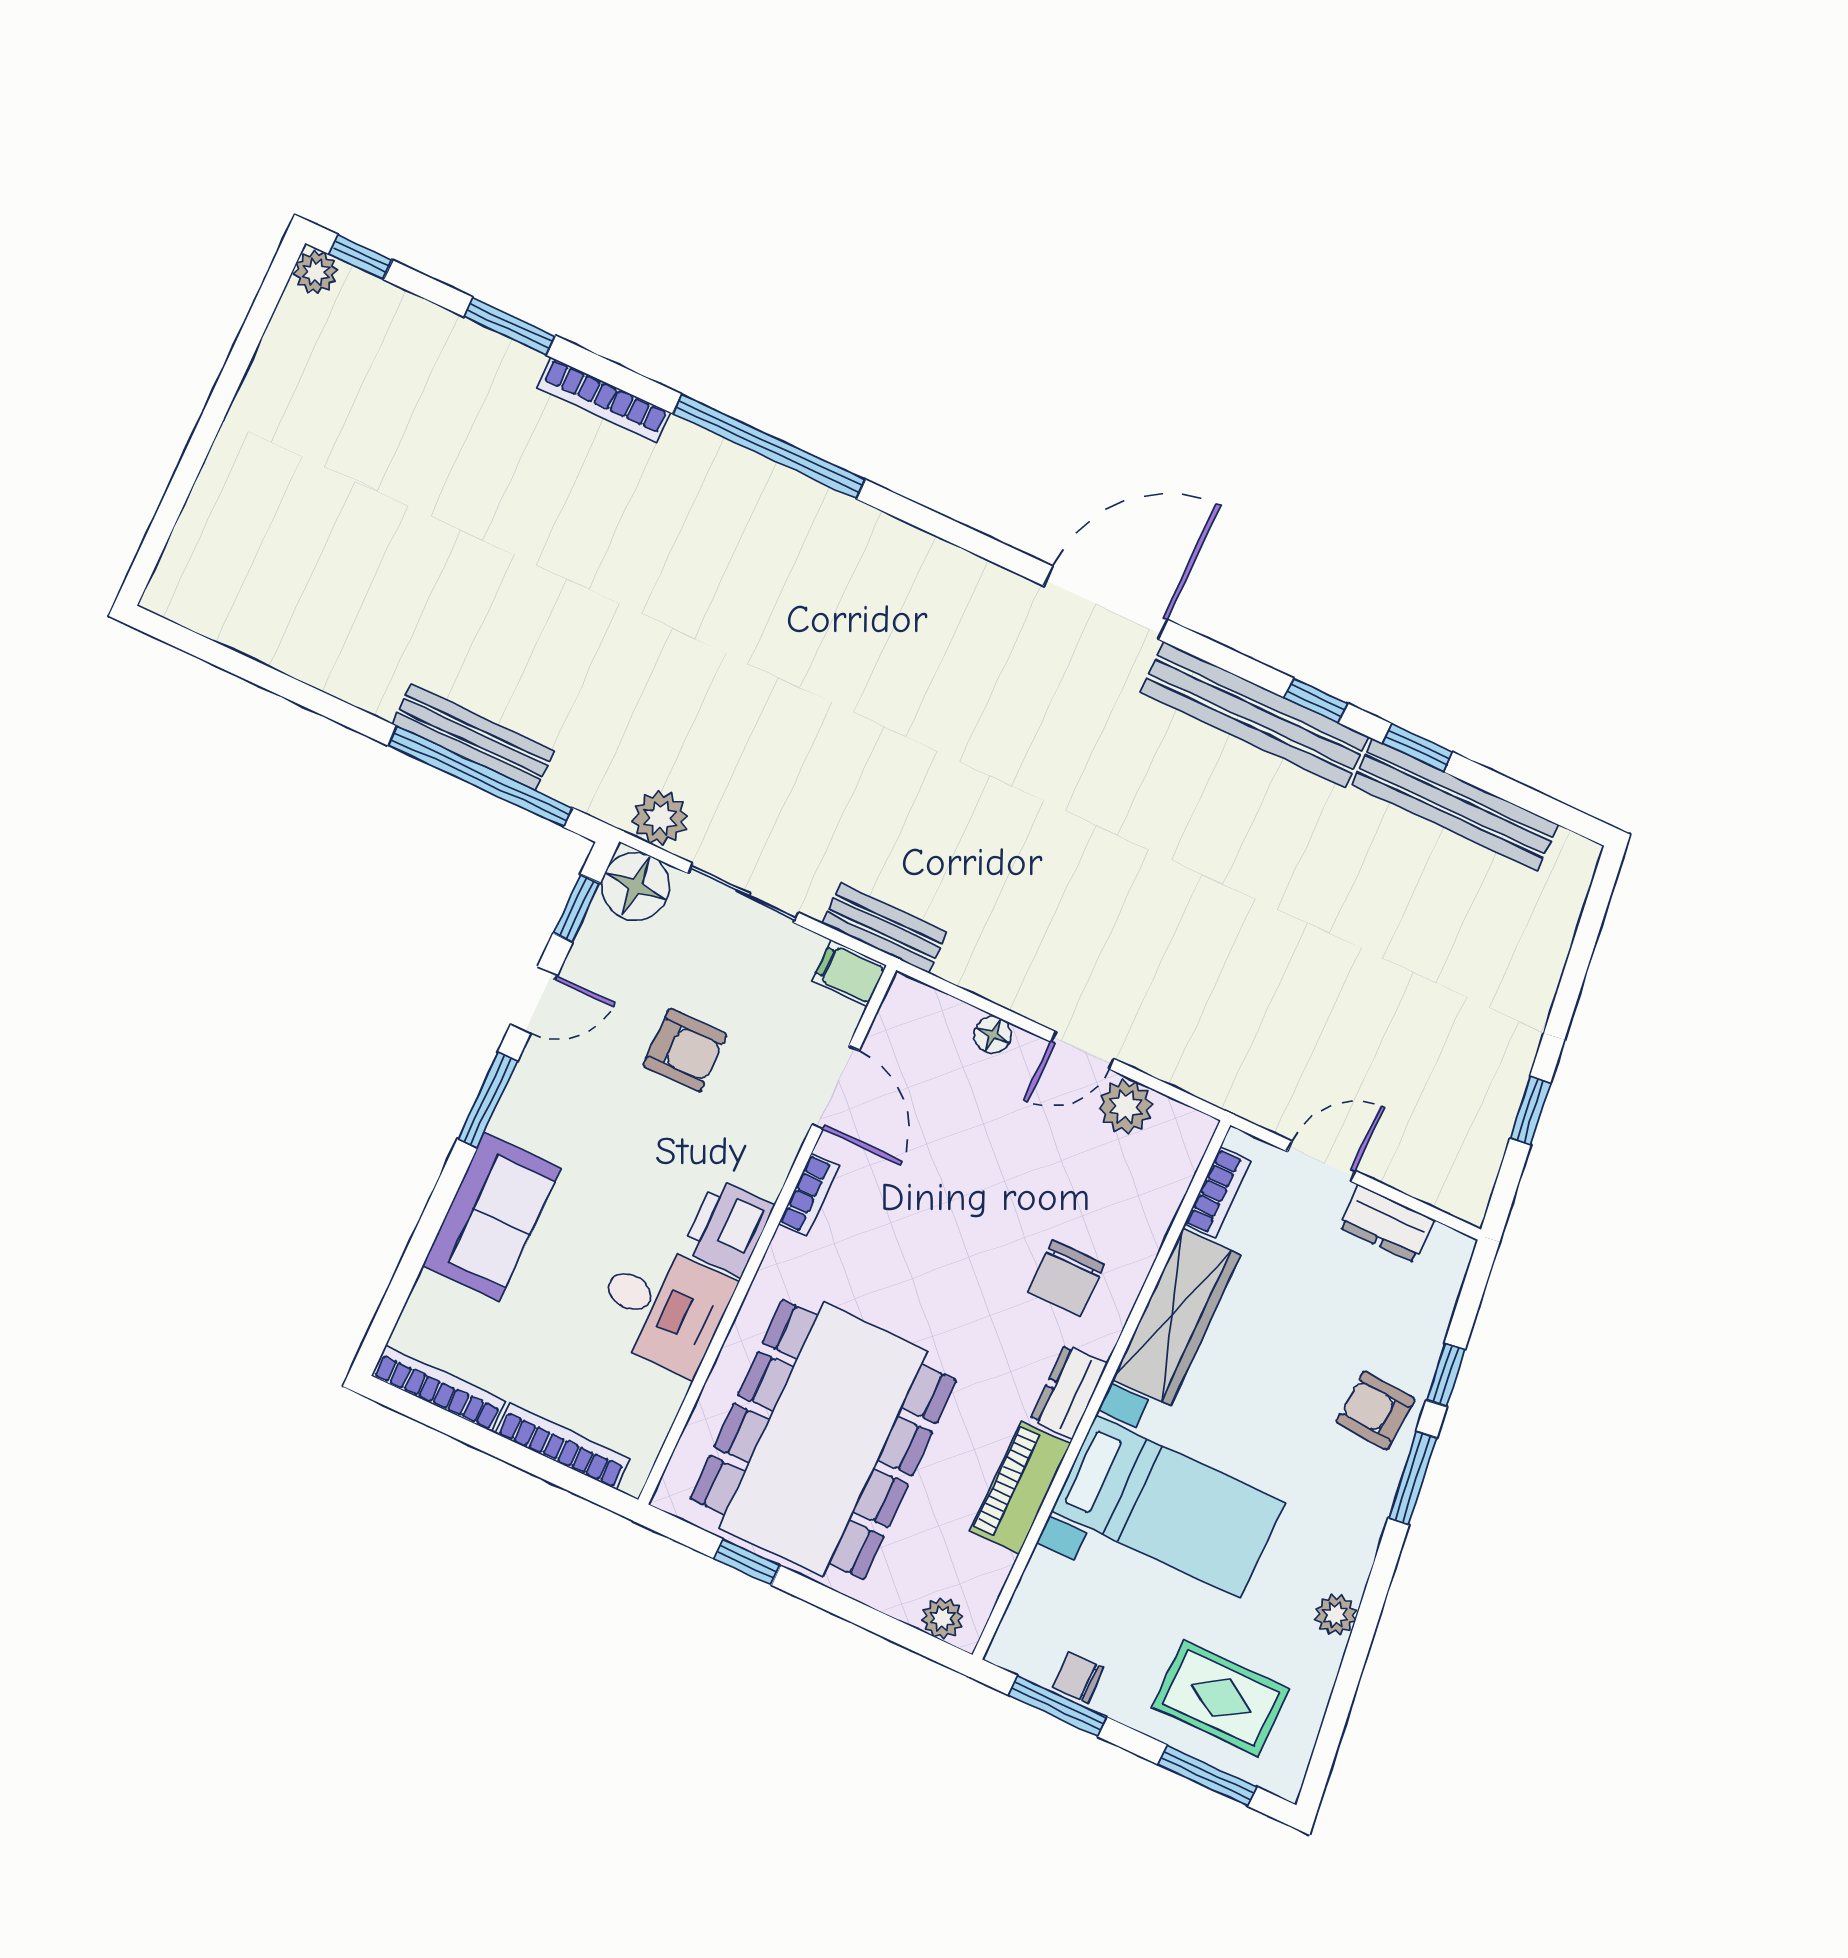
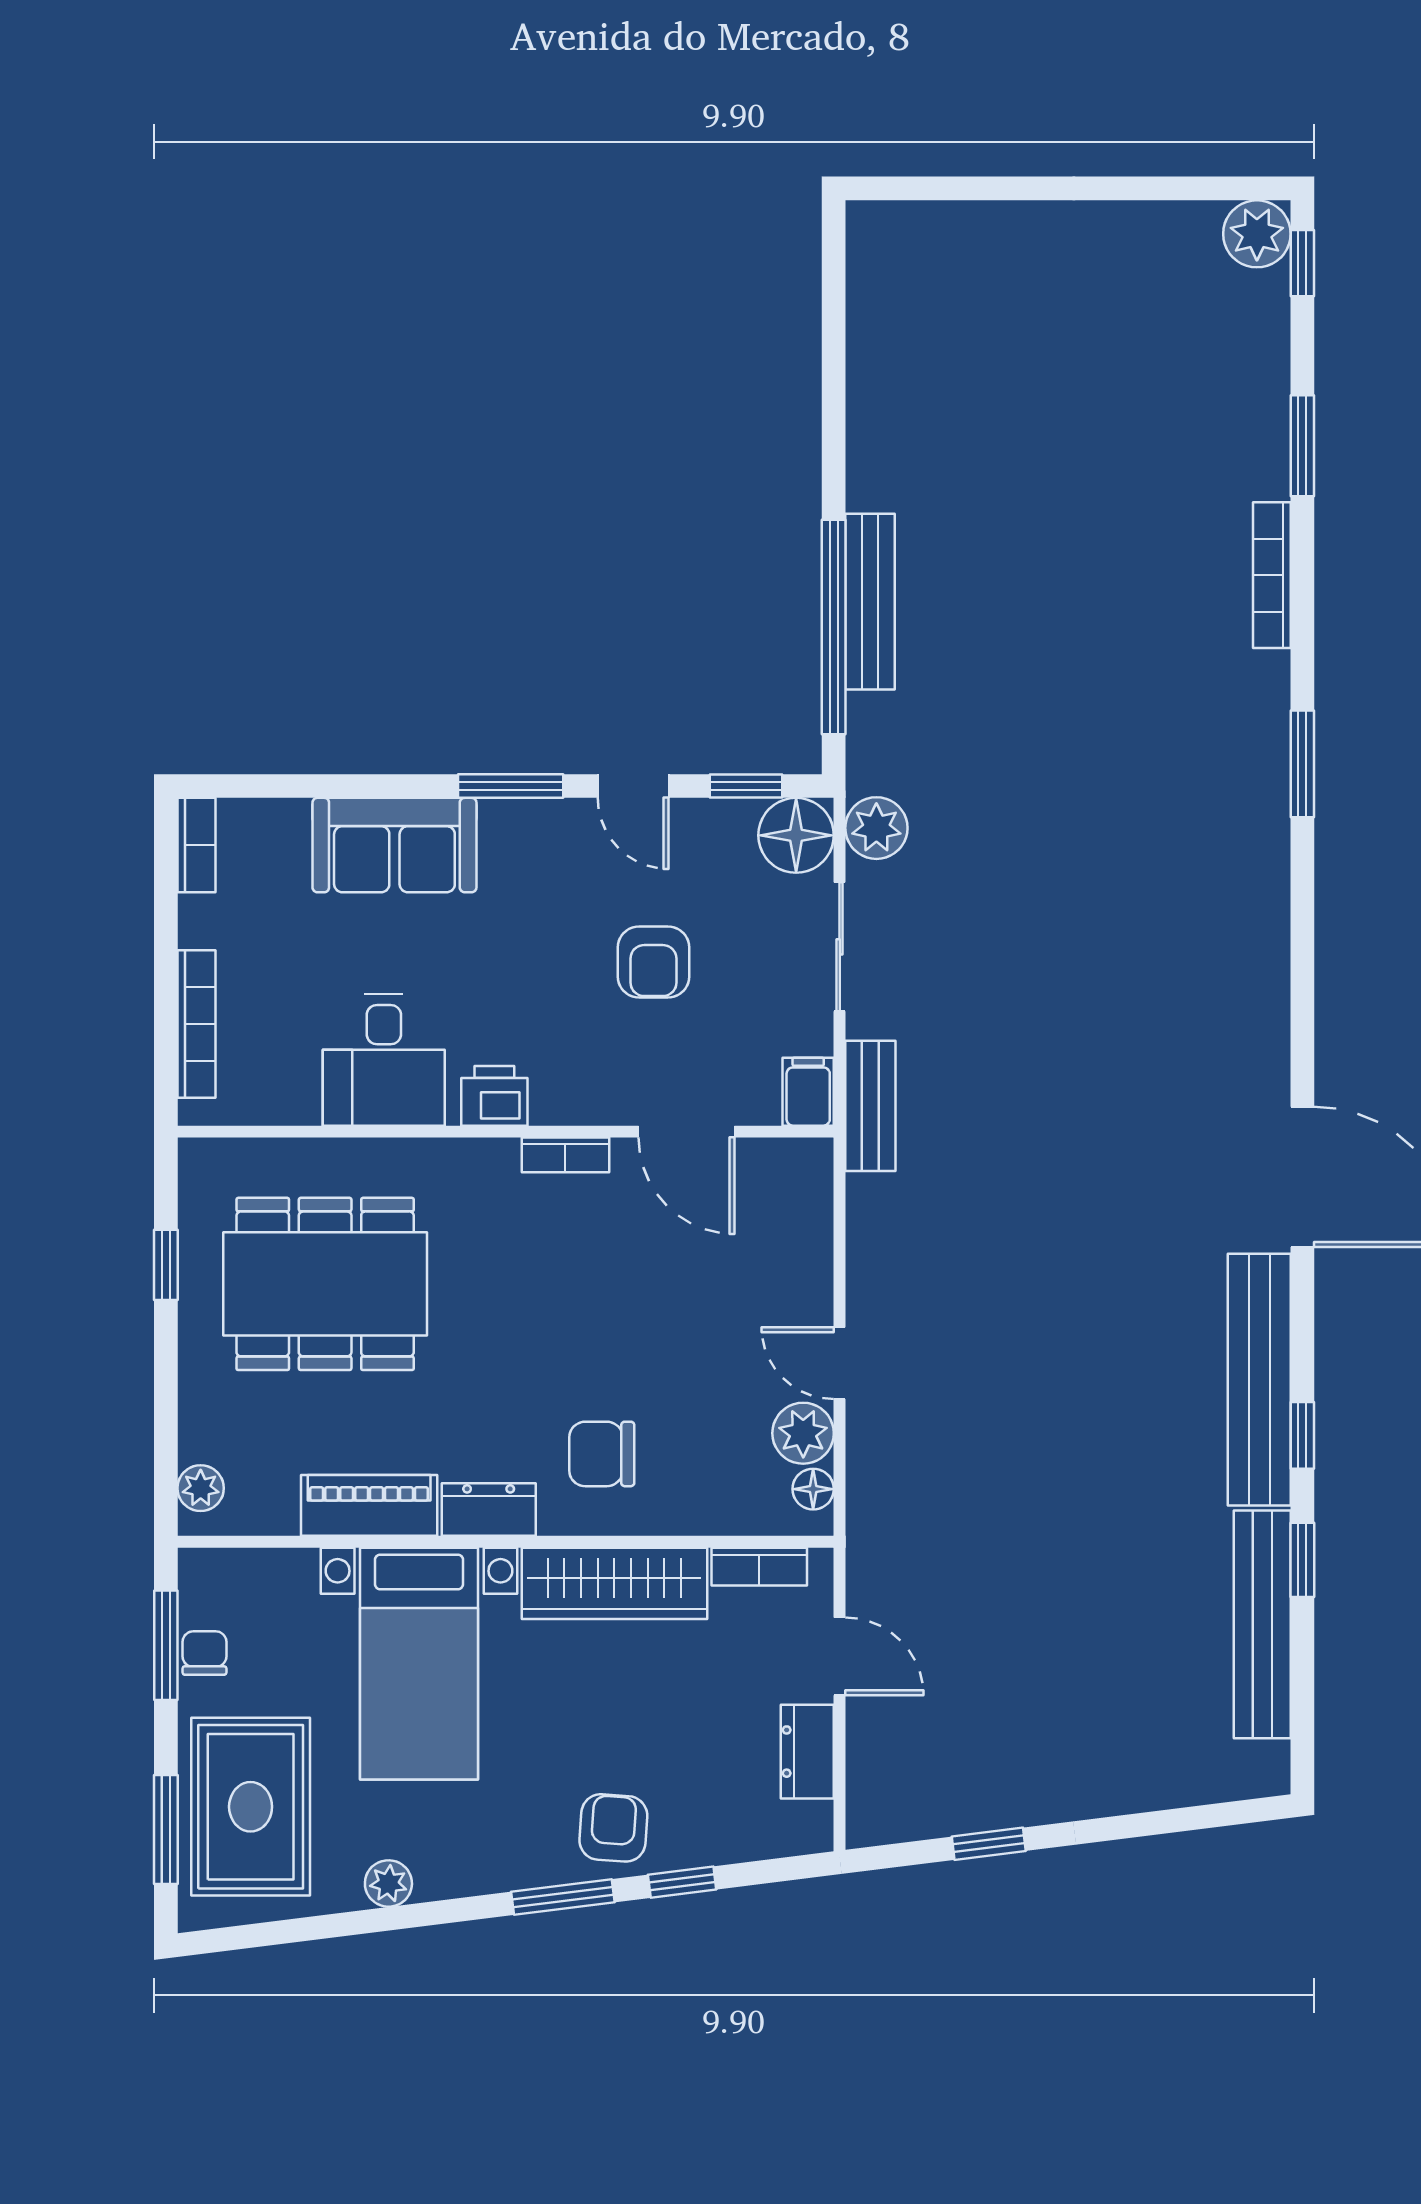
plant: (316, 272) -> (1257, 234), width x1.38, depth x1.38
window: (769, 447) -> (1302, 764), width x0.47
floor lamp: (993, 1035) -> (813, 1489), moved
door: (836, 1087) -> (687, 1132), hinge flipped
printer: (728, 1228) -> (494, 1096), width x0.73, depth x0.81
bookcase: (438, 1388) -> (196, 845), width x0.64
dining table: (823, 1440) -> (325, 1284), width x0.73, depth x0.80
rug: (1221, 1698) -> (251, 1807), width x1.36, depth x1.43

